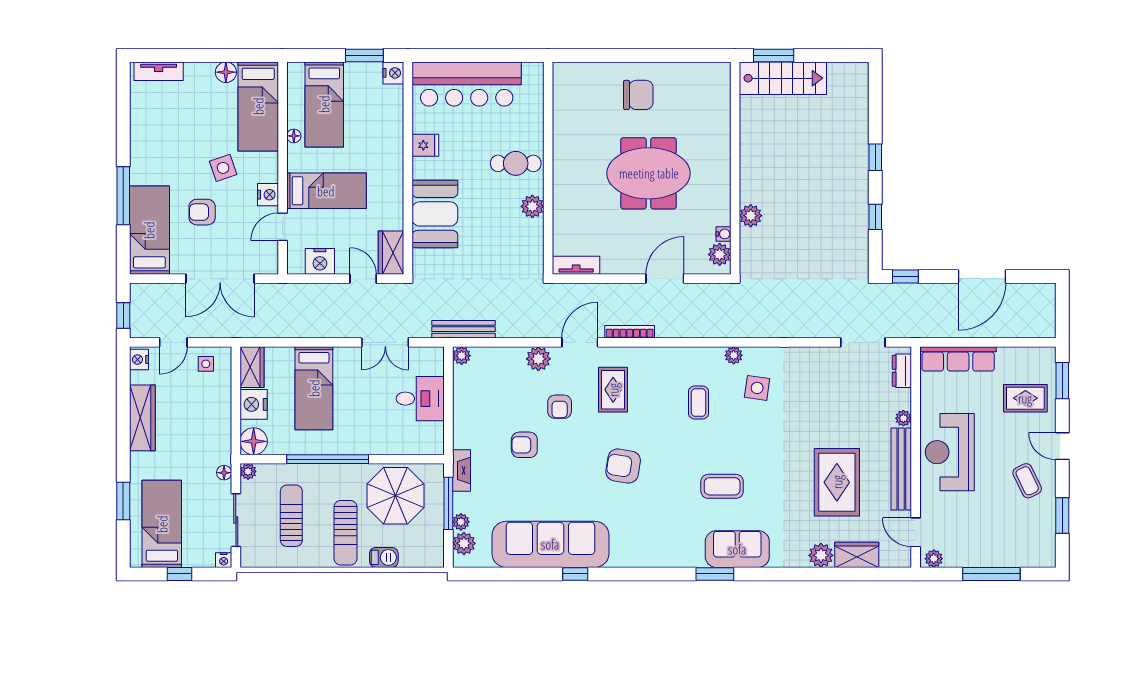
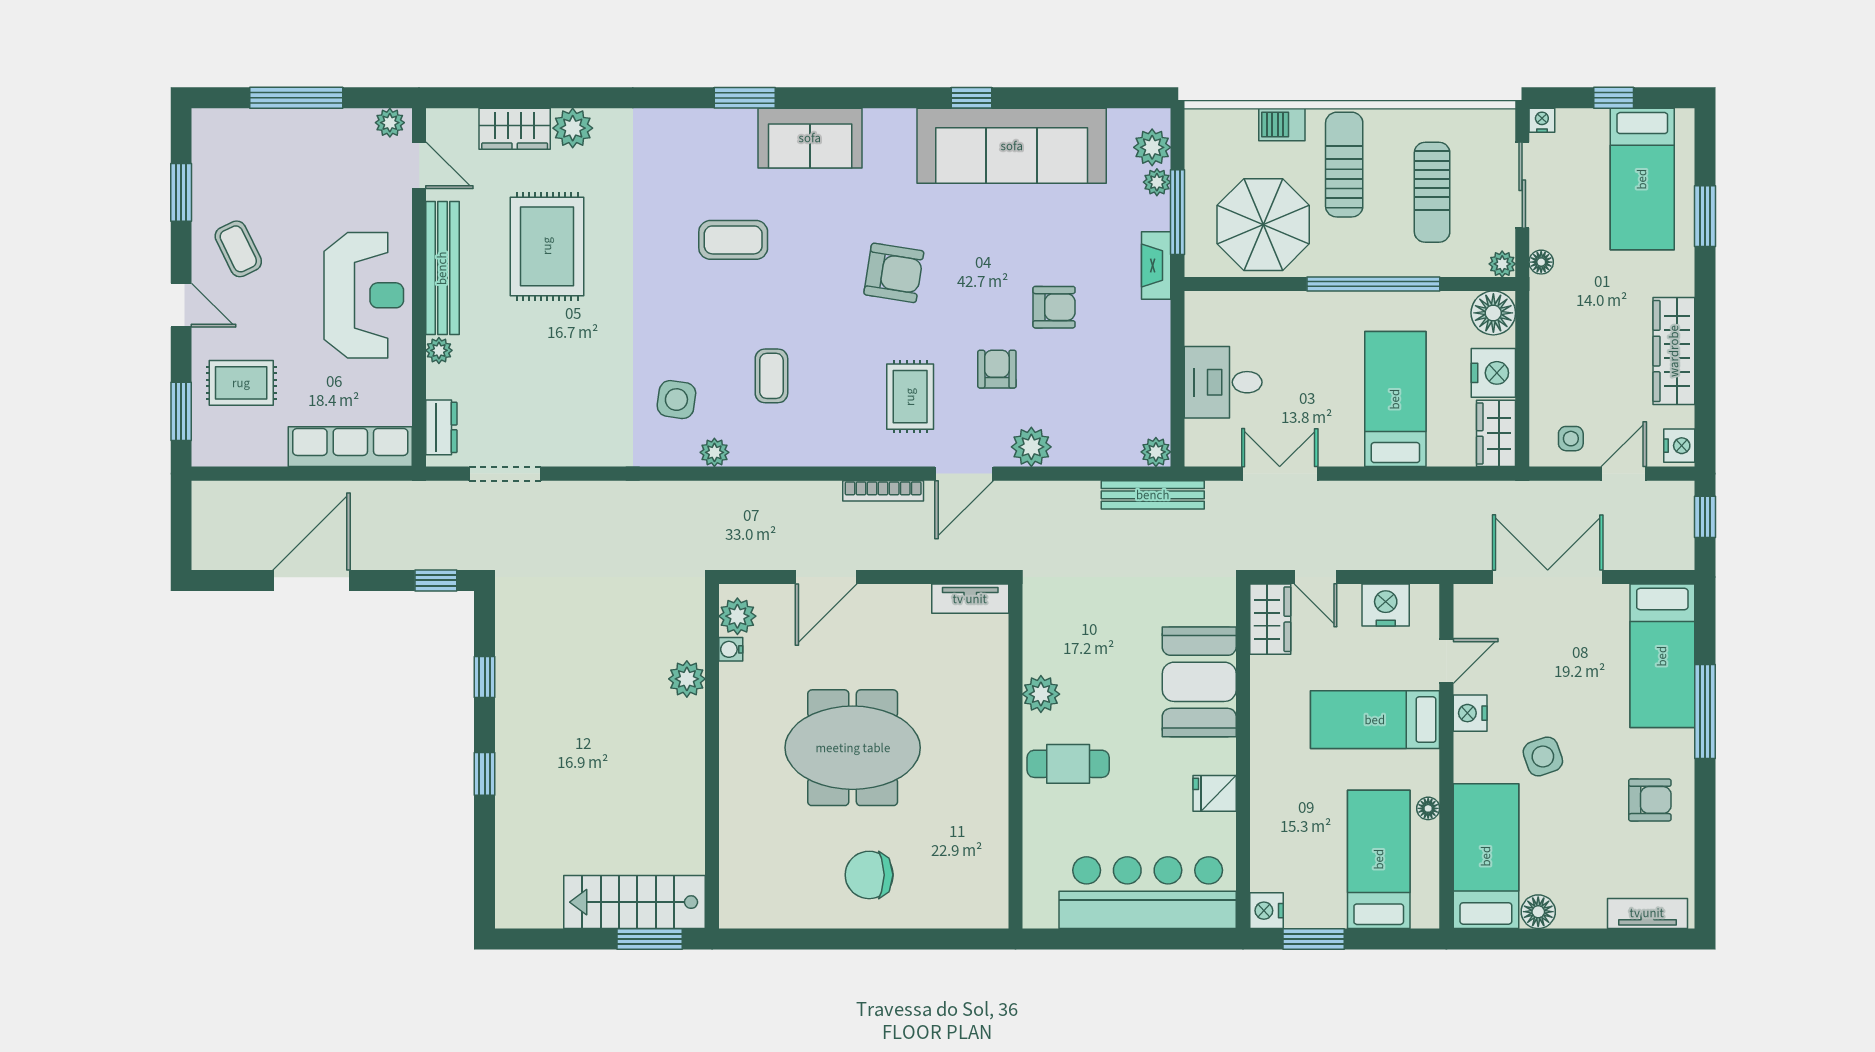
armchair: (202, 212) -> (1650, 800), moved
sofa: (737, 549) -> (810, 138), moved

